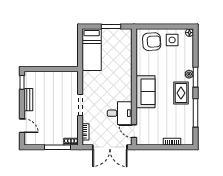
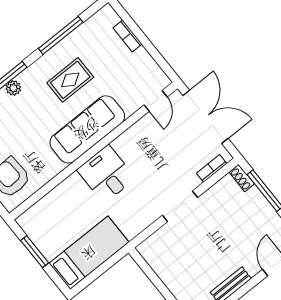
sofa: (146, 92) -> (87, 129), width x1.36
rug: (181, 93) -> (70, 80), moved
desk: (120, 113) -> (106, 174), moved

